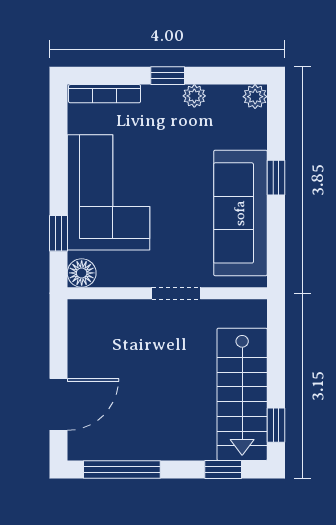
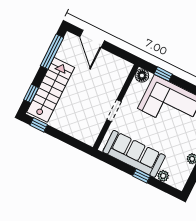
plant: (255, 97) -> (163, 176), moved
stairs: (242, 394) -> (51, 90), moved, turned 90

